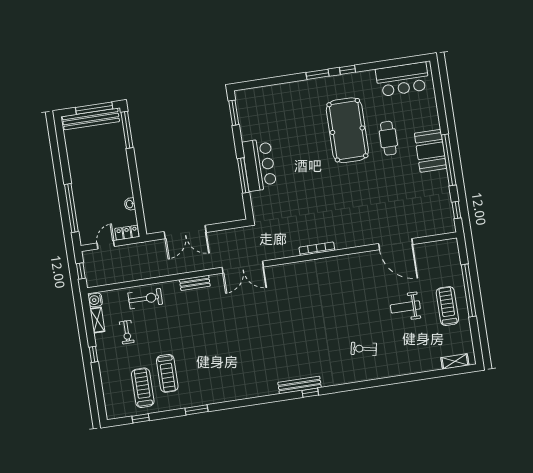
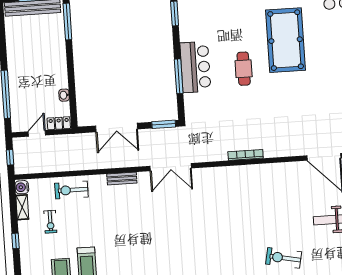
cafe table: (388, 138) -> (244, 69), moved
window: (232, 225) -> (164, 124), added
exercise bike: (145, 299) -> (71, 190), turned 180
exercise bike: (364, 349) -> (284, 258), width x1.38, depth x1.39

